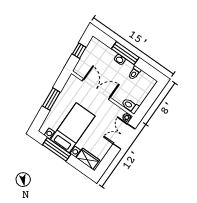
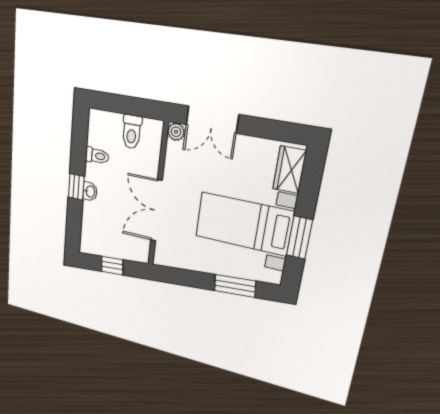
window: (125, 53) -> (76, 187), width x0.46
window: (51, 99) -> (235, 286), moved
toilet: (130, 106) -> (132, 132), moved
window: (57, 149) -> (299, 237), width x0.69

